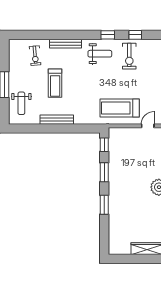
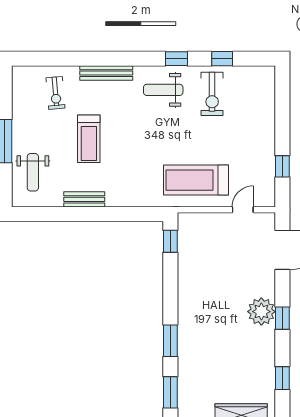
weight bench: (100, 54) -> (163, 90), turned 180
bench: (57, 120) -> (84, 199), width x0.73
window: (104, 172) -> (170, 392), moved

